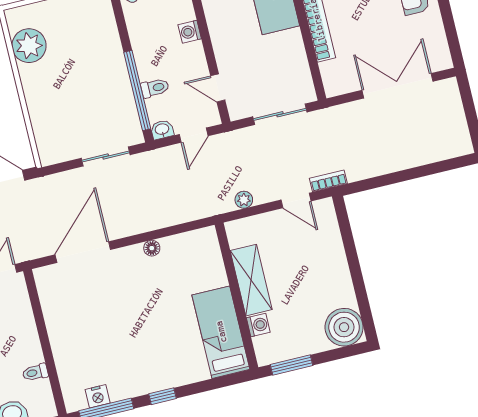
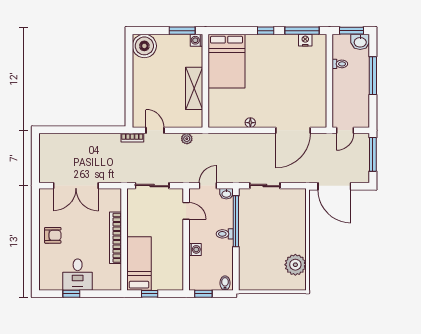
toilet: (155, 88) -> (225, 234), moved
washing machine: (258, 325) -> (196, 40), moved
bed: (221, 332) -> (227, 61), width x1.50

